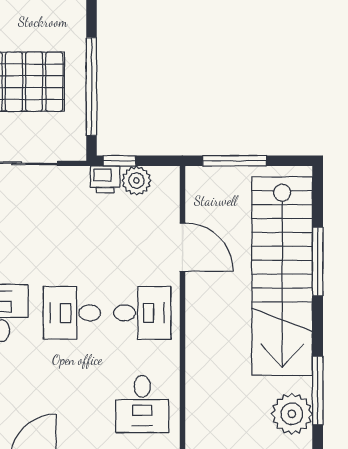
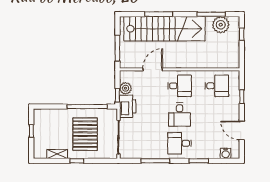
printer: (105, 179) -> (128, 106), width x1.87, depth x1.48
desk: (142, 313) -> (180, 86), turned 90

